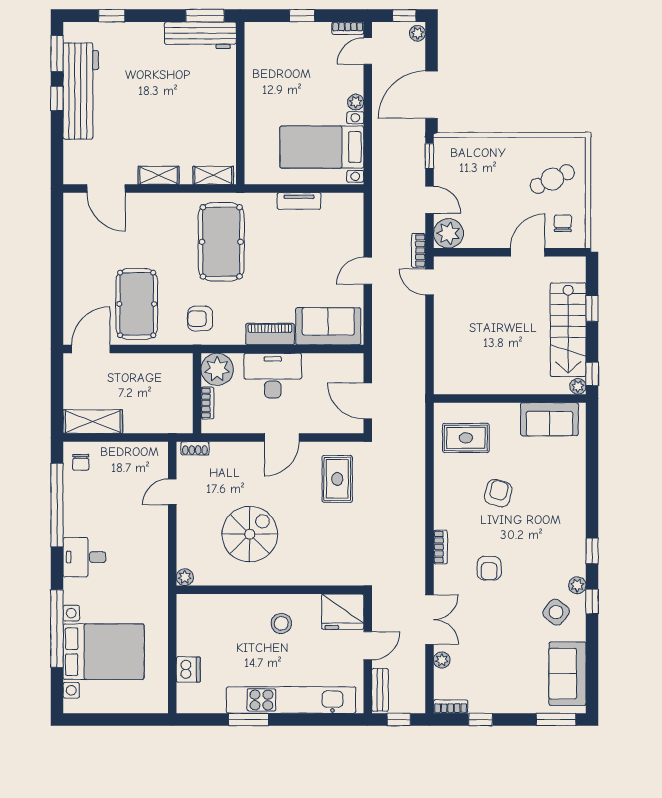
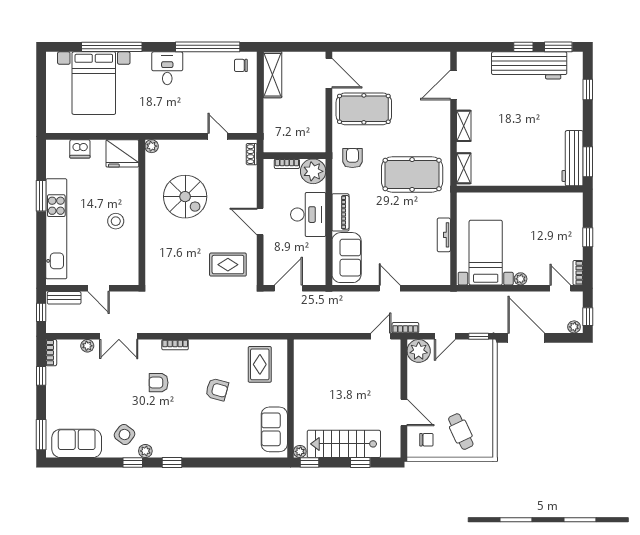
fridge: (343, 612) -> (122, 153), moved, turned -90

